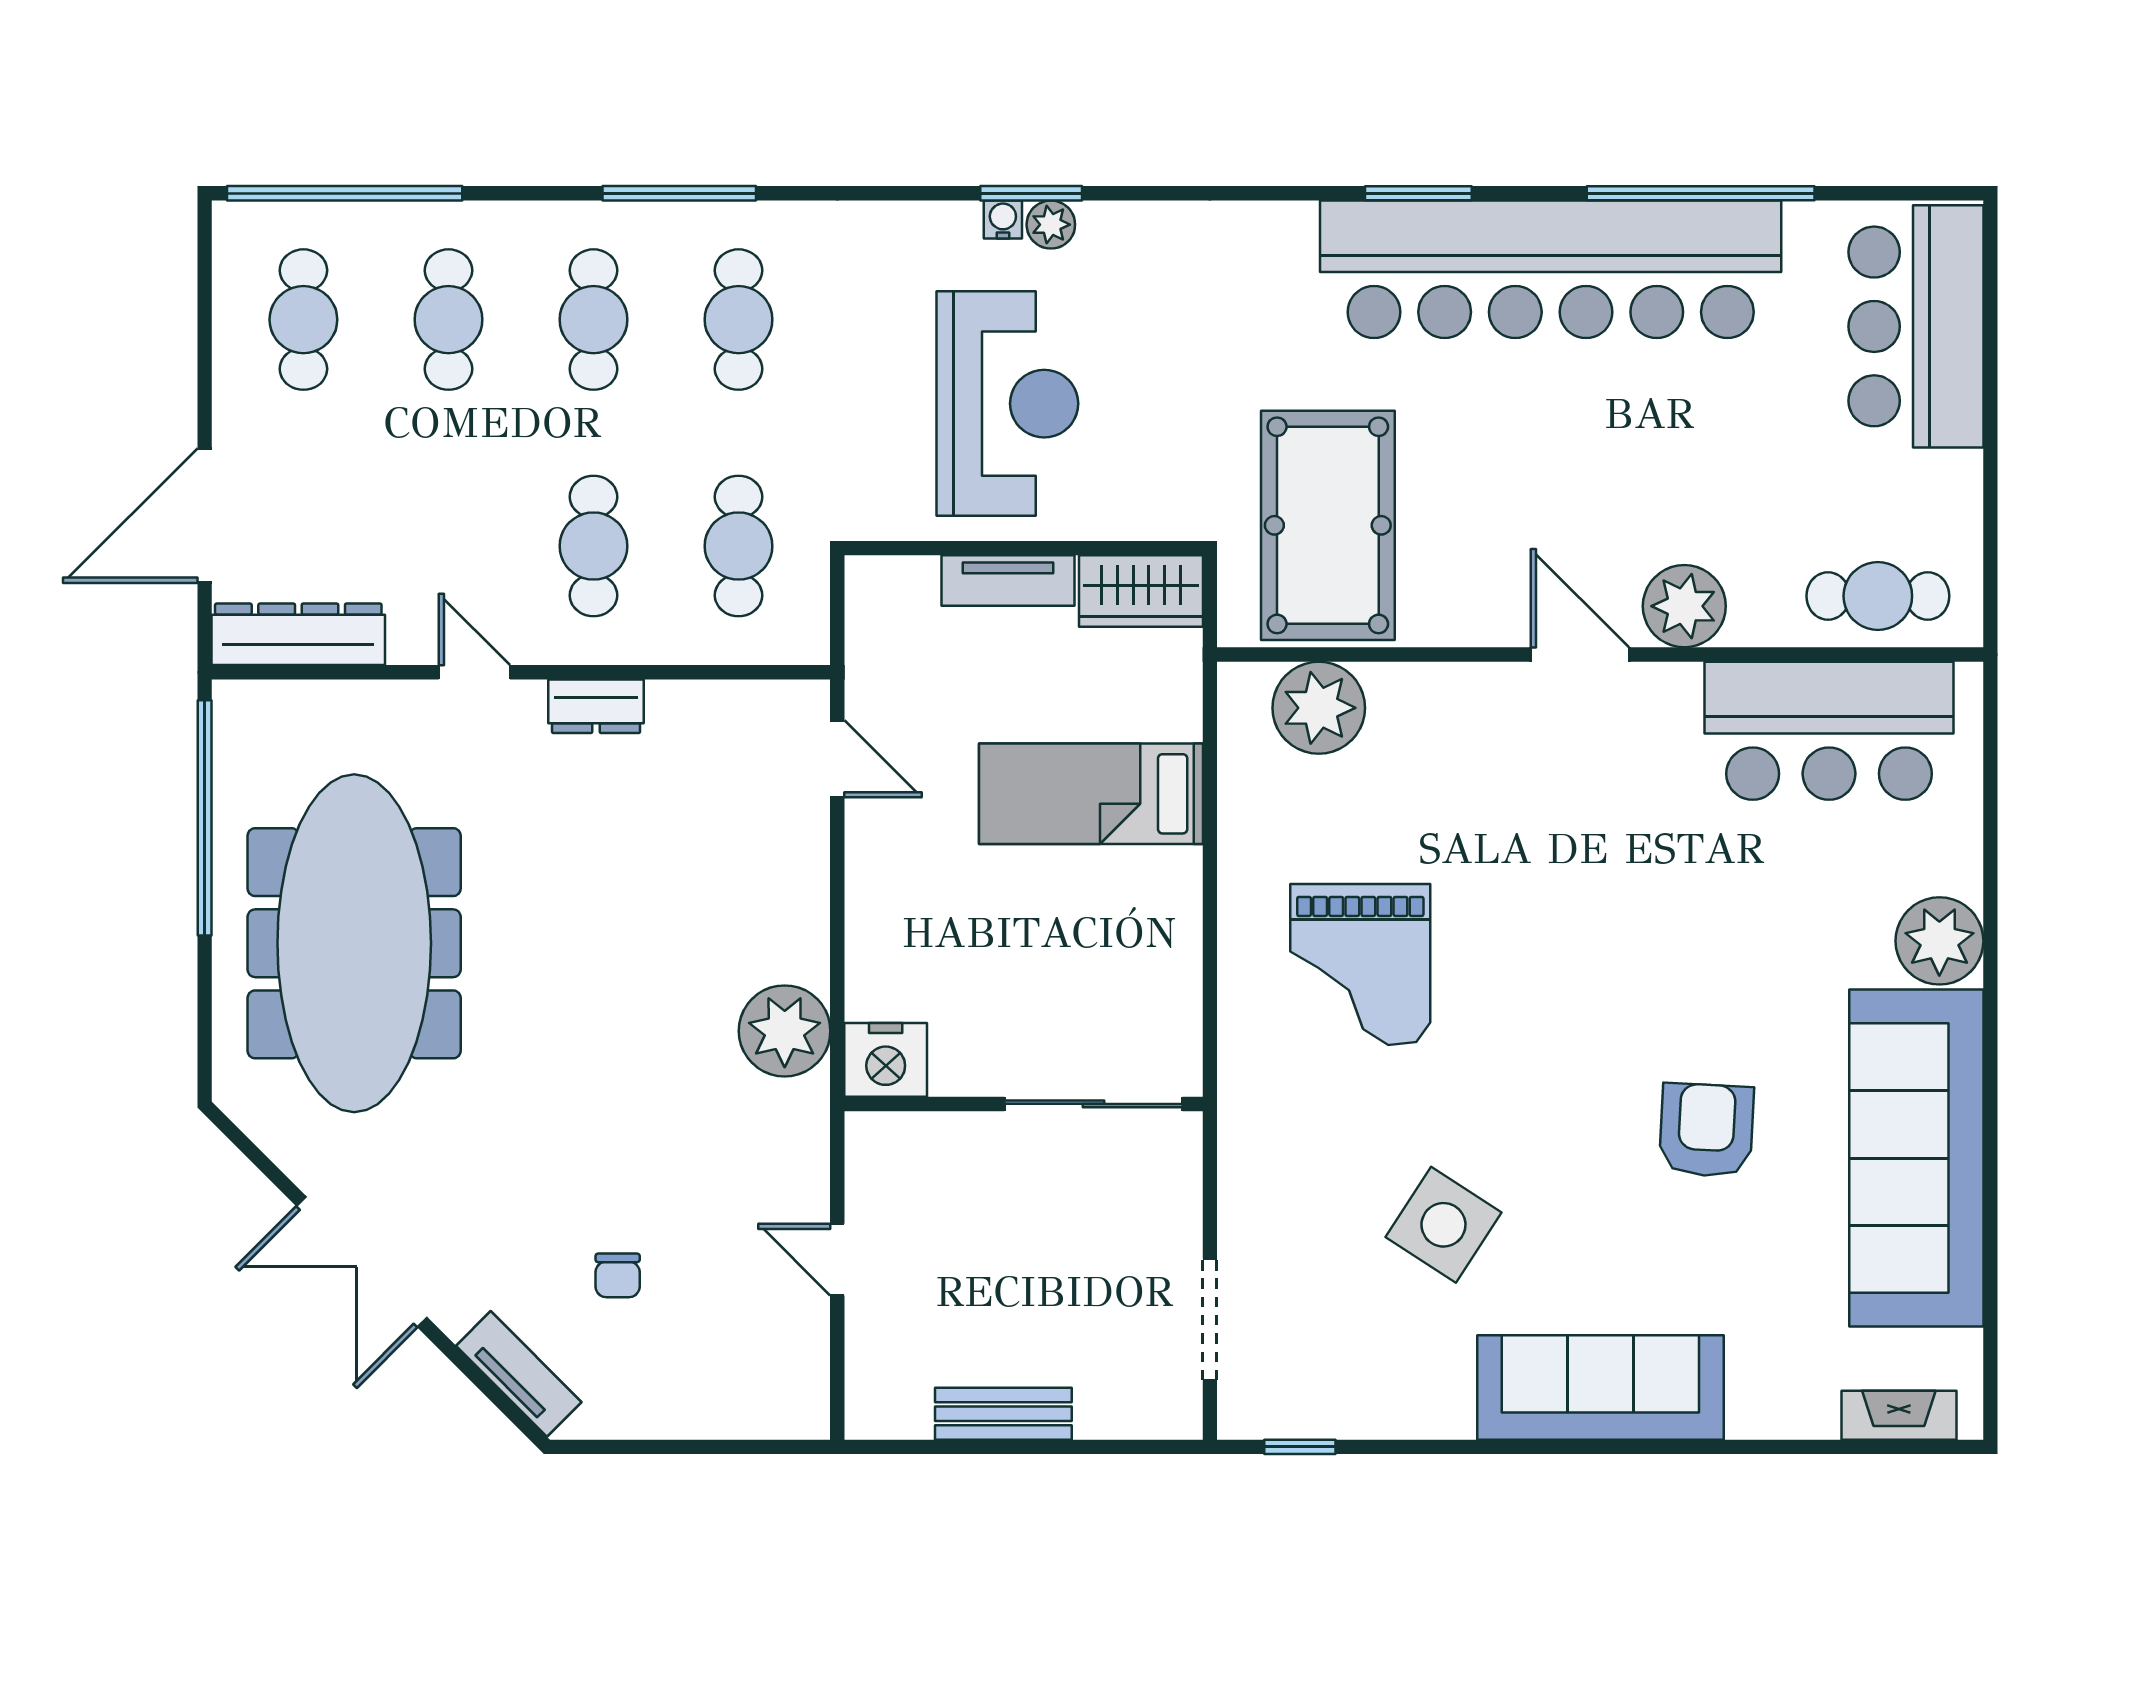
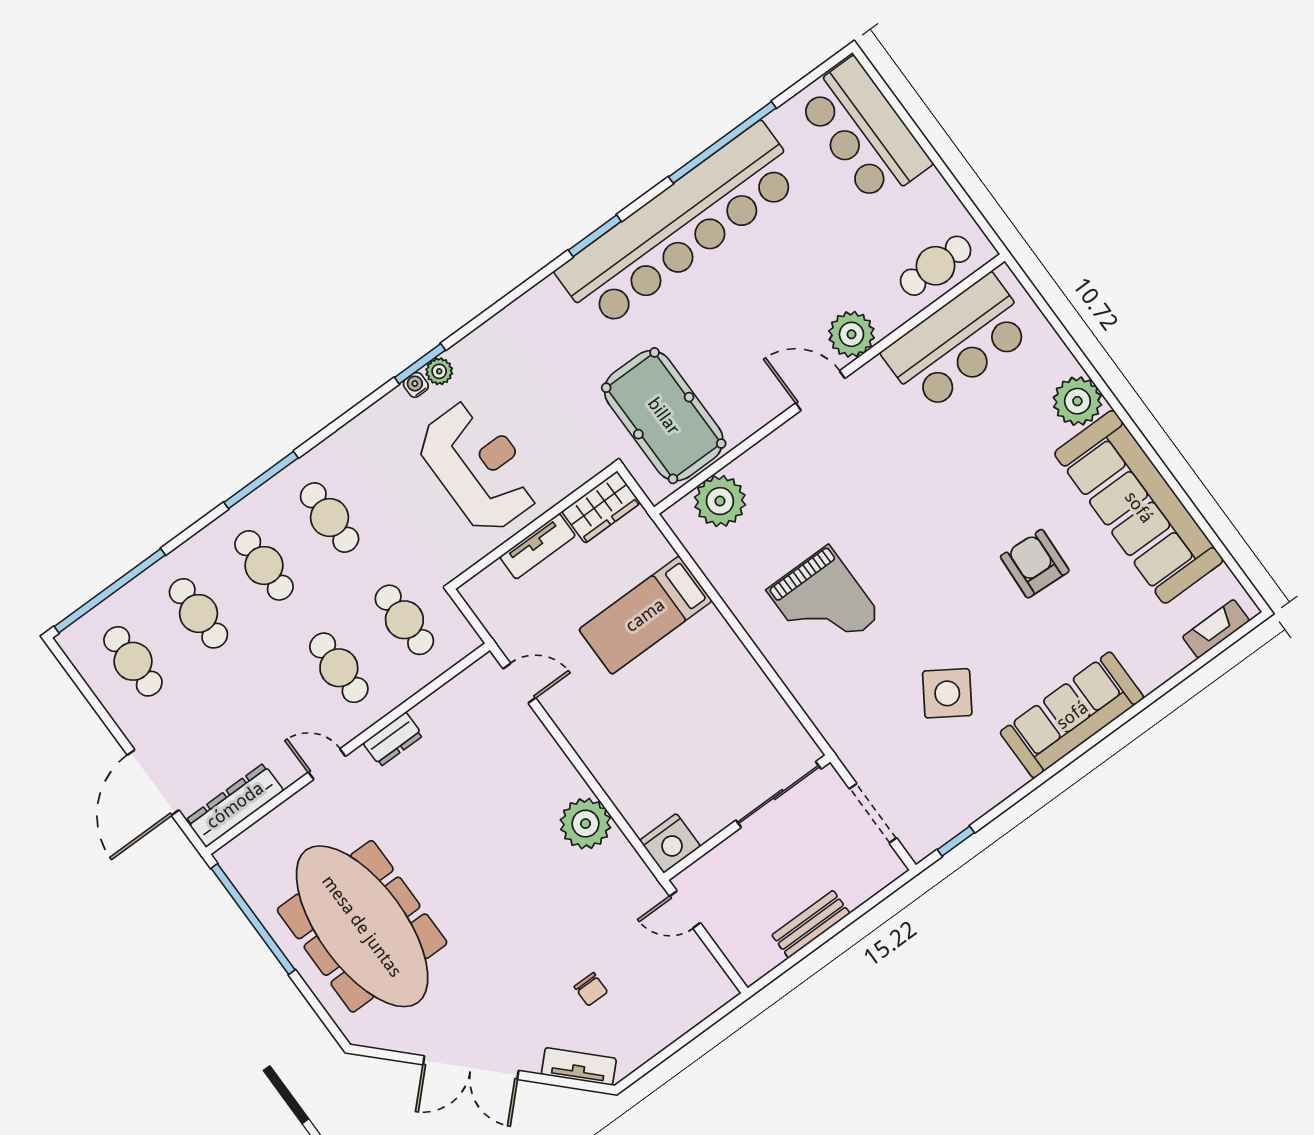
nightstand: (886, 1060) -> (670, 843), moved
wall: (1024, 1104) -> (747, 818), moved
sliding door: (1093, 1104) -> (778, 795), moved

